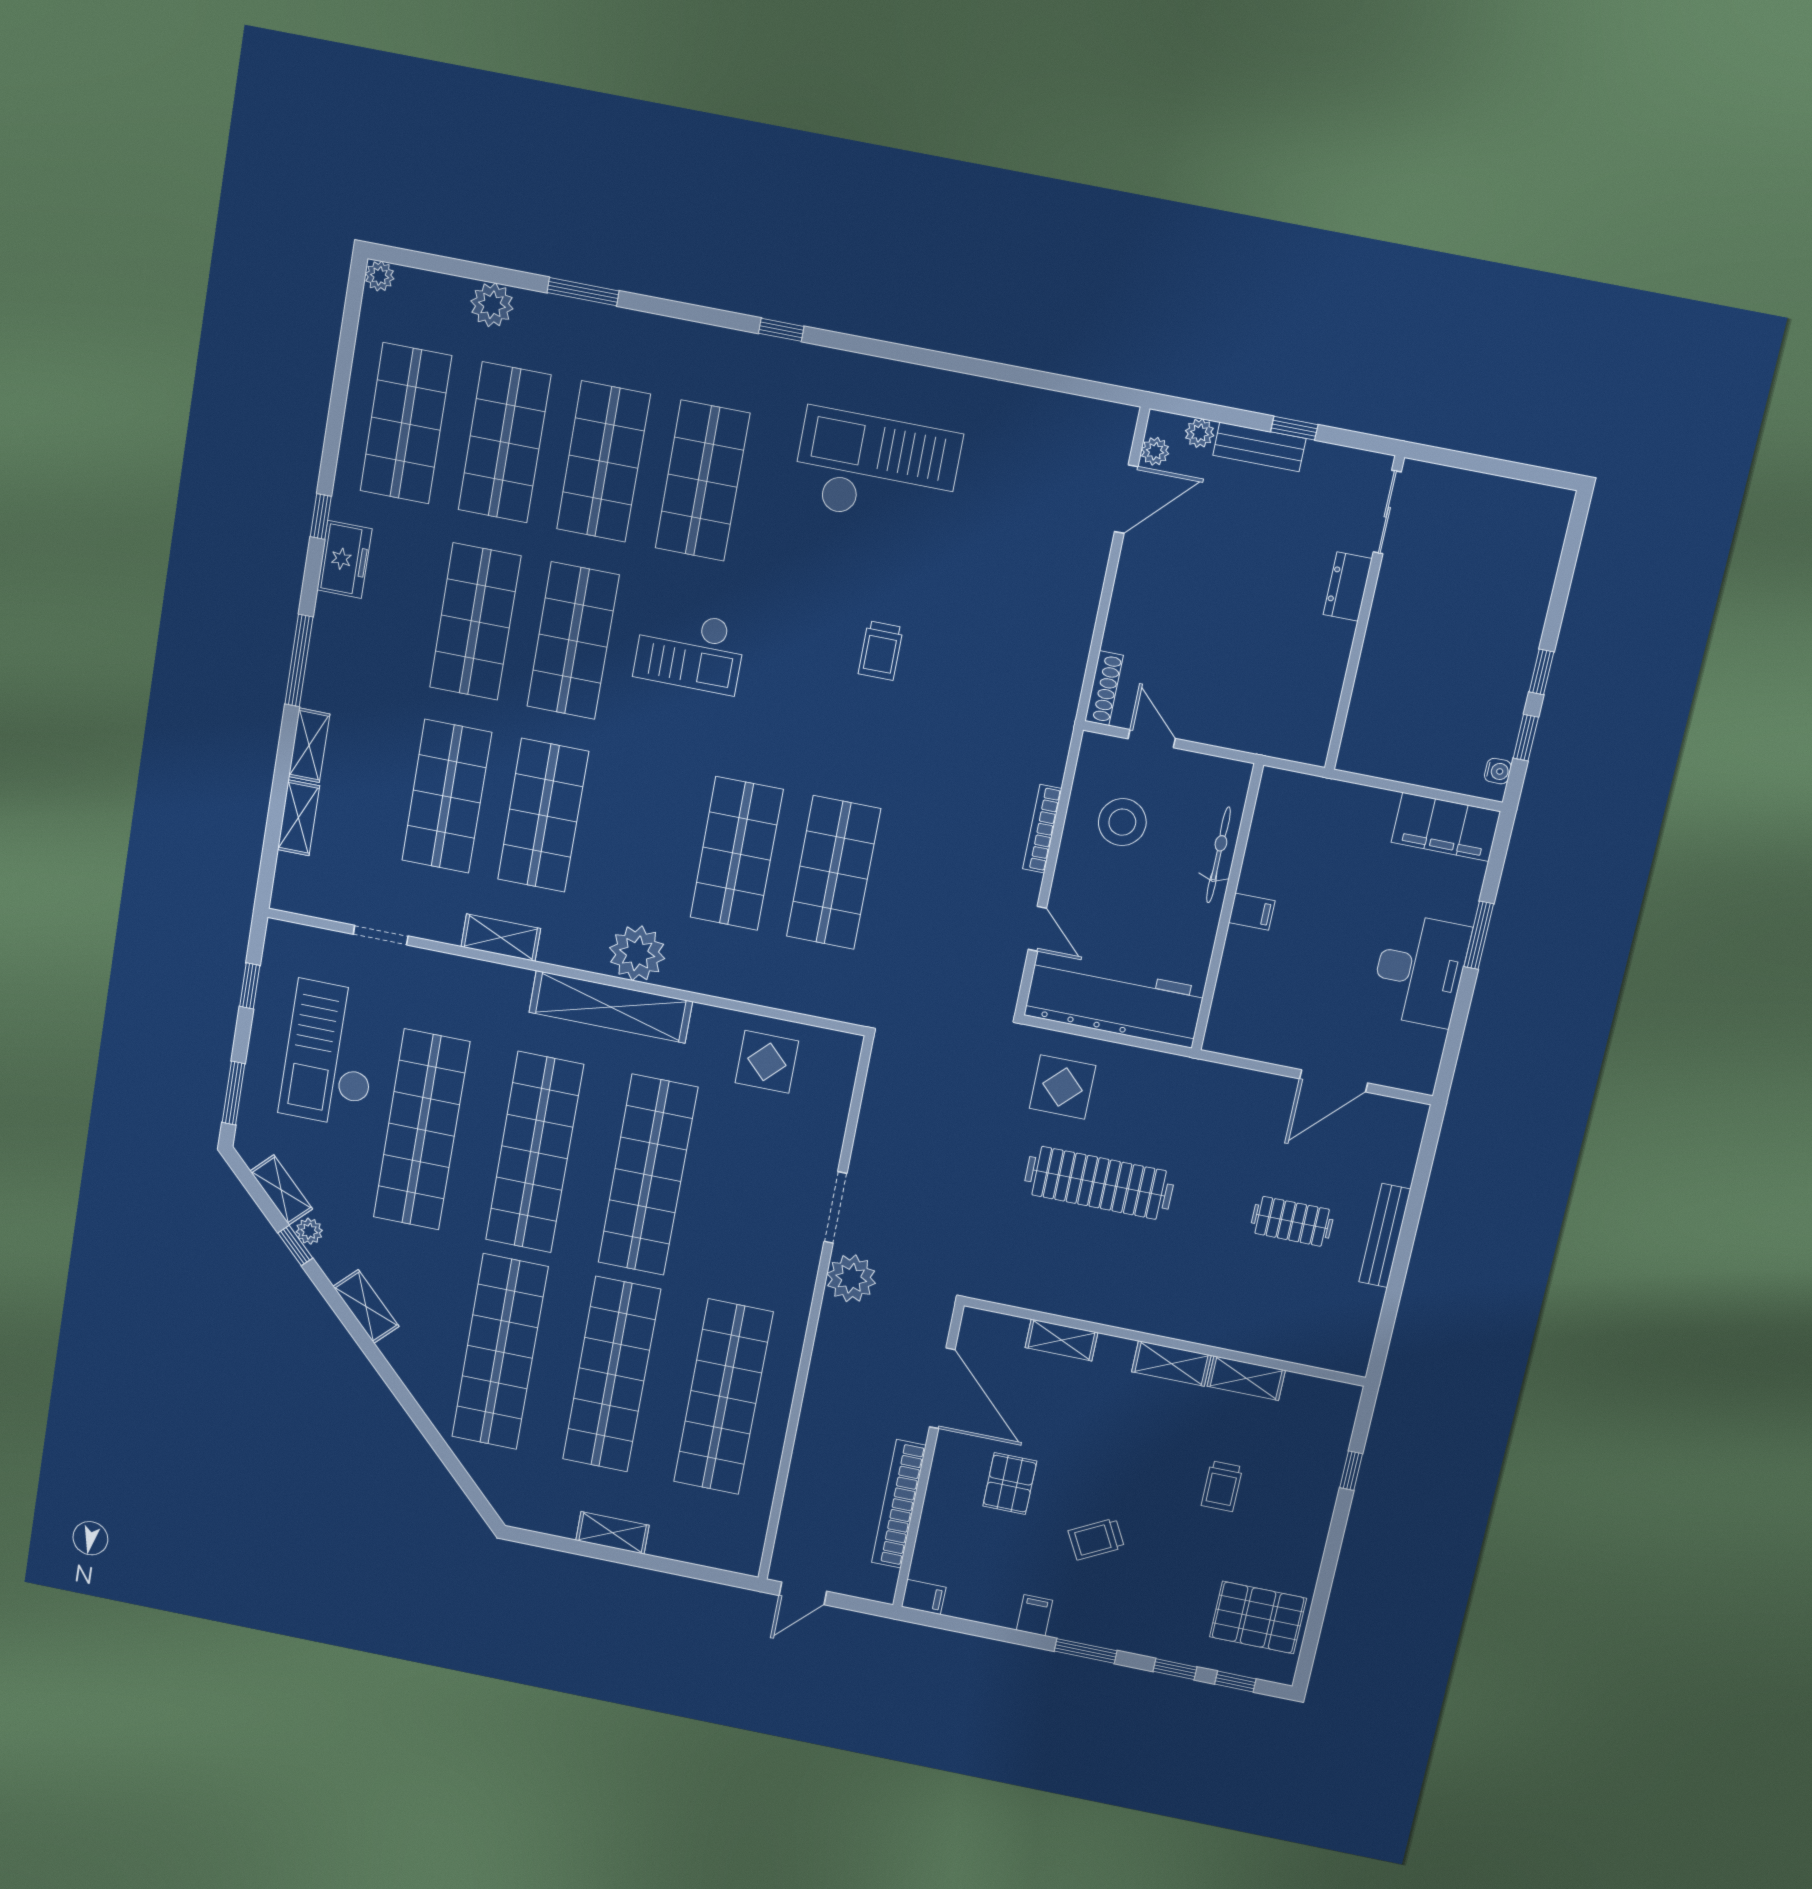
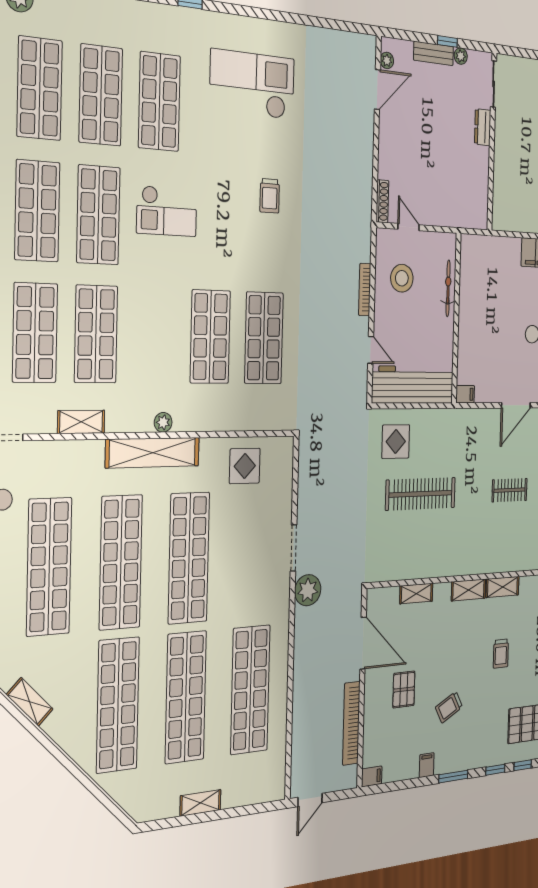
plant: (1200, 433) -> (461, 56), moved
filing cabinet: (1252, 912) -> (465, 394), moved
plant: (637, 953) -> (163, 422), width x0.53, depth x0.53

